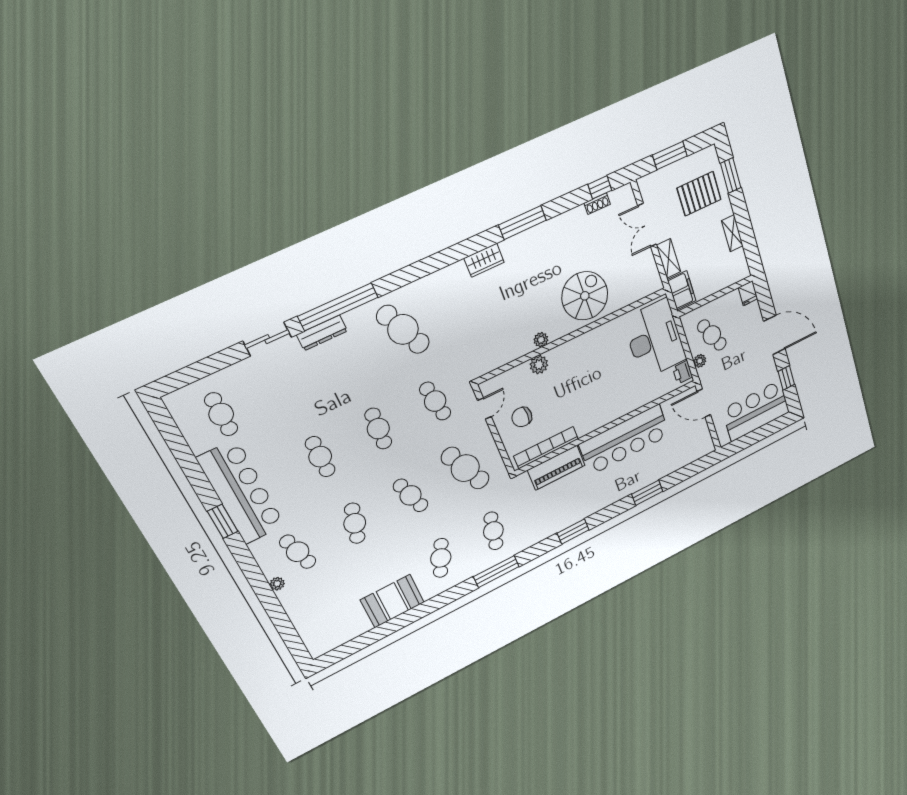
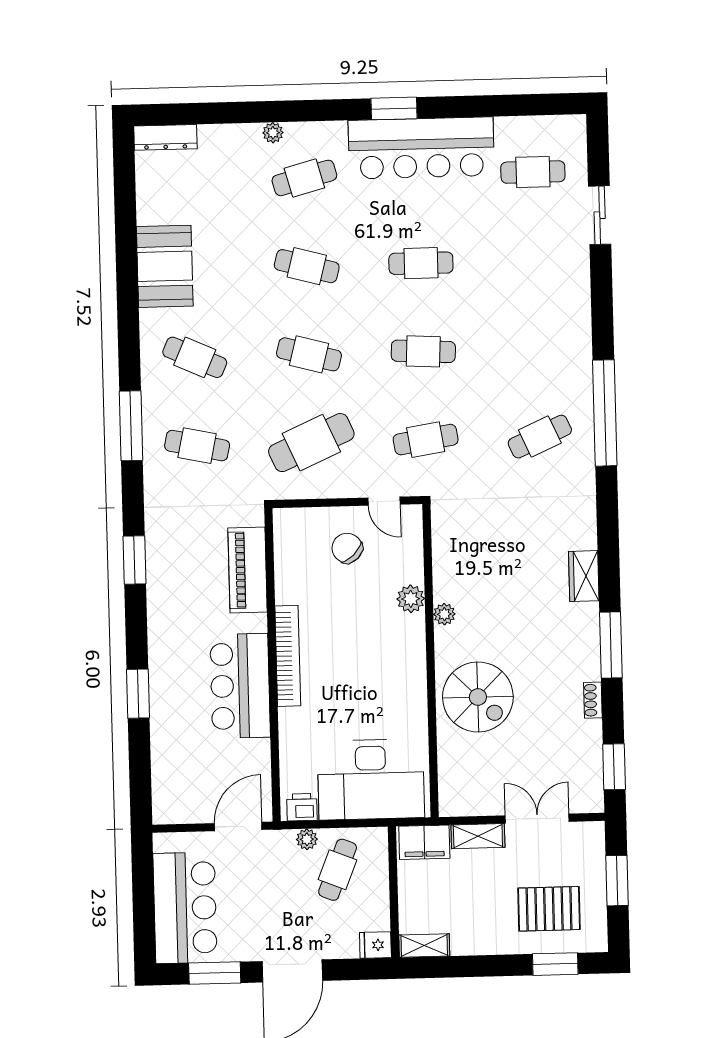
window: (600, 187) -> (614, 767), width x1.50
pallet: (699, 194) -> (549, 909), turned 90
shoe rack: (597, 204) -> (593, 700), moved
shelving: (732, 233) -> (424, 945), moved
window: (338, 307) -> (605, 413), moved
cafe table: (403, 329) -> (540, 437), width x0.73, depth x0.74
dresser: (322, 333) -> (165, 137), moved, turned -90
cafe table: (712, 335) -> (338, 870), turned -44
sliding door: (267, 339) -> (600, 215), moved
window: (786, 378) -> (215, 973), width x1.50
chair: (522, 417) -> (347, 548), turned -44
bar counter: (625, 440) -> (240, 686), width x0.73
bookcase: (546, 448) -> (288, 656), moved
cafe table: (411, 495) -> (309, 354), turned 33

